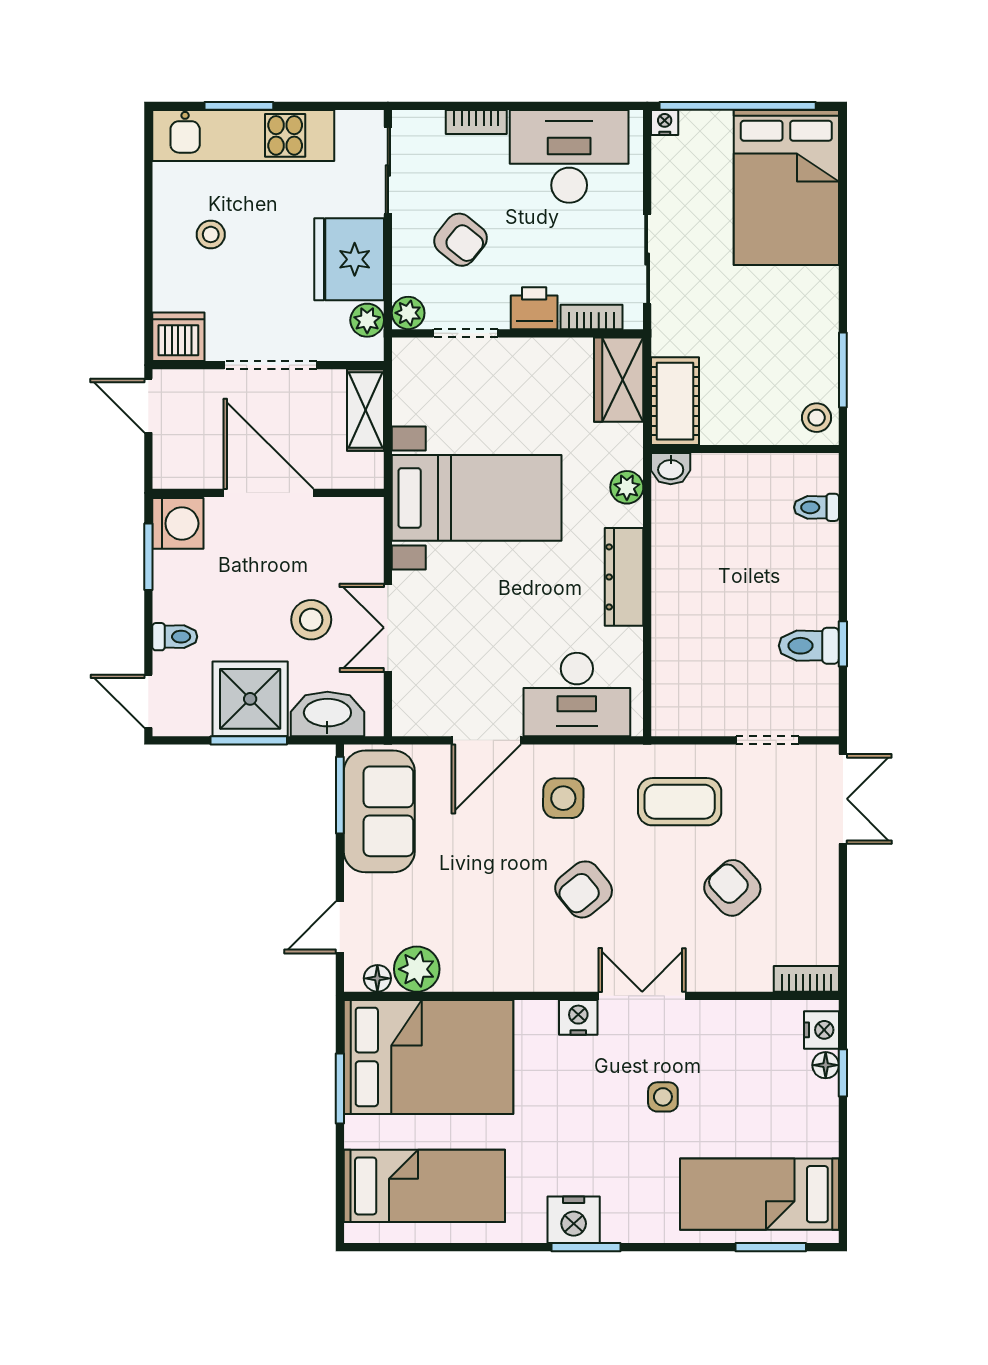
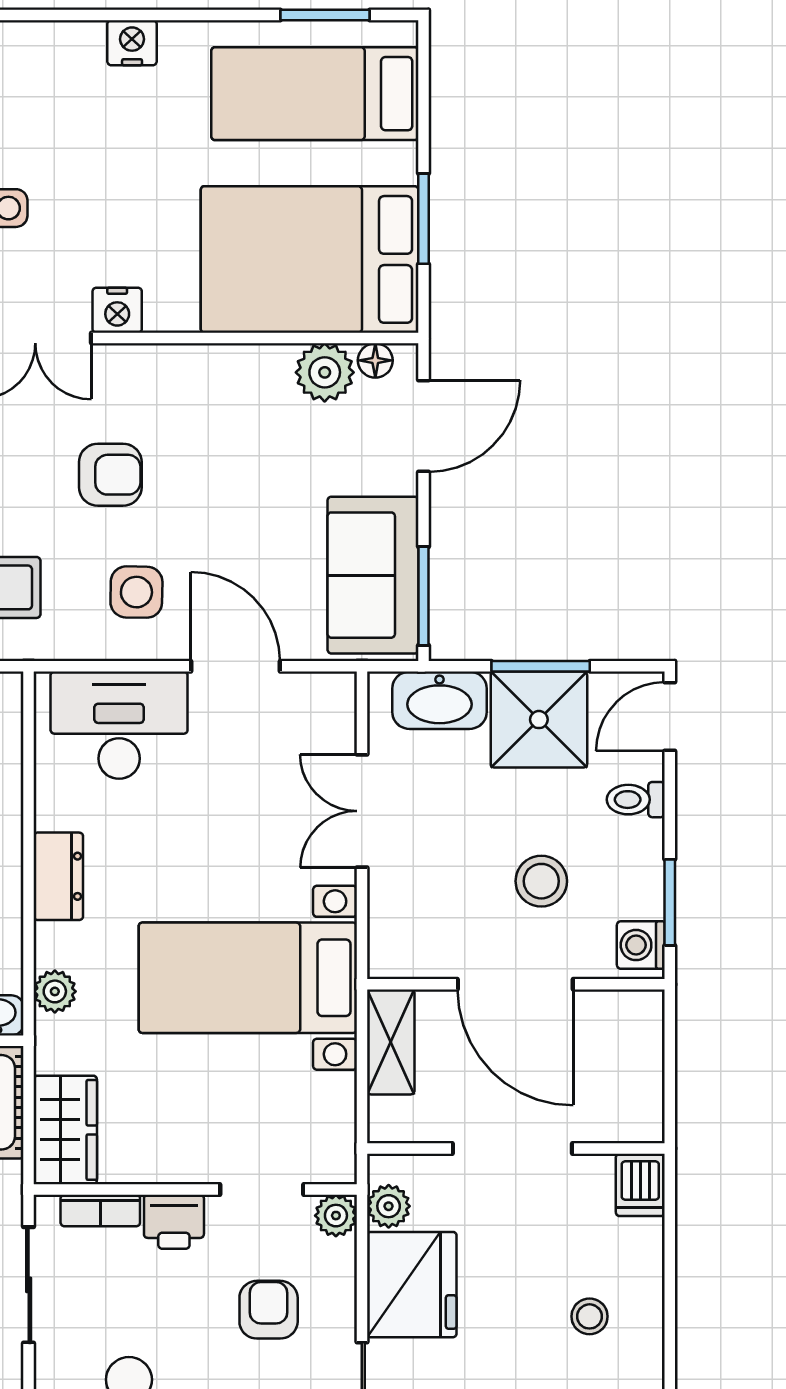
armchair: (461, 240) -> (269, 1310), turned 51
dishwasher: (178, 337) -> (640, 1185), width x0.73
door: (148, 406) -> (670, 1096), removed
shelving: (365, 410) -> (391, 1042), moved
washing machine: (178, 523) -> (641, 945), width x0.73, depth x0.73
dresser: (624, 577) -> (58, 876), width x0.70
stool: (311, 620) -> (541, 881), moved
double door: (388, 628) -> (362, 811), swing flipped
door: (148, 701) -> (670, 717), swing flipped
door: (486, 740) -> (235, 666), hinge flipped
armchair: (584, 889) -> (110, 475), turned 39
door: (340, 927) -> (424, 426), width x1.38
nightstand: (574, 1220) -> (132, 43), width x0.74, depth x0.75
window: (586, 1247) -> (325, 15), moved

